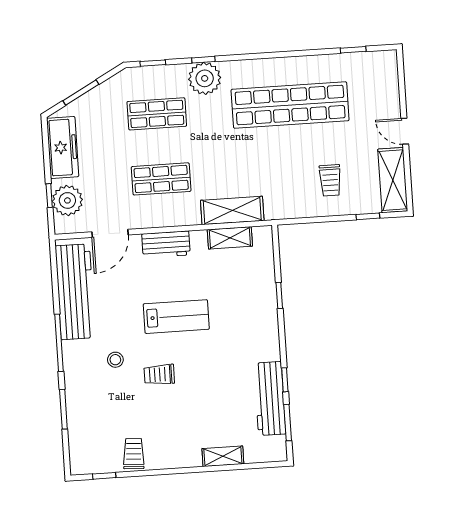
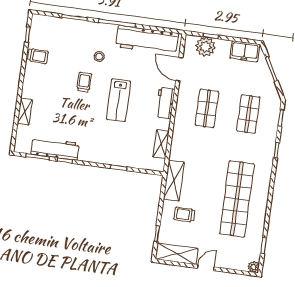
plant: (205, 78) -> (253, 267), moved, width x0.53, depth x0.53
freezer: (63, 147) -> (245, 51), width x0.71
shelving: (232, 210) -> (174, 181), moved

